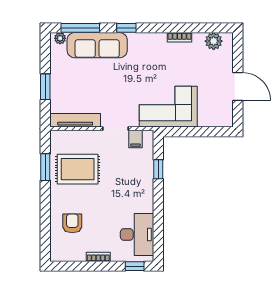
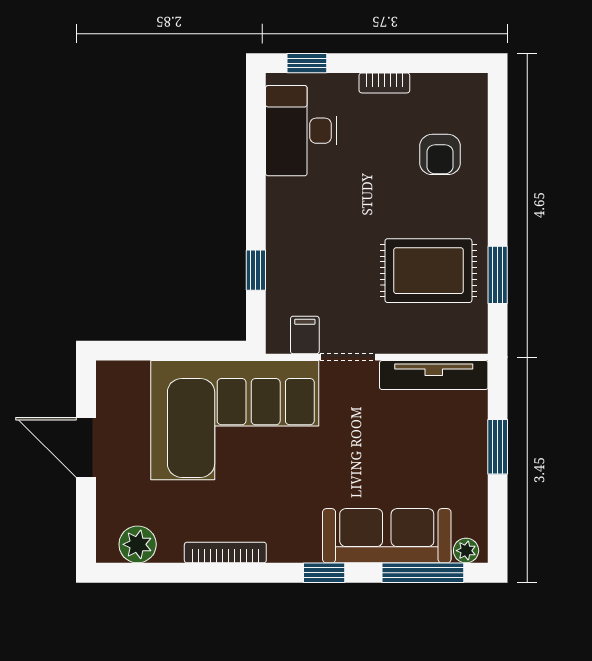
bookcase: (179, 37) -> (225, 553), width x1.56
corner sofa: (168, 107) -> (235, 420), width x1.36, depth x1.36

